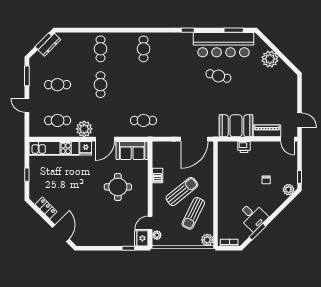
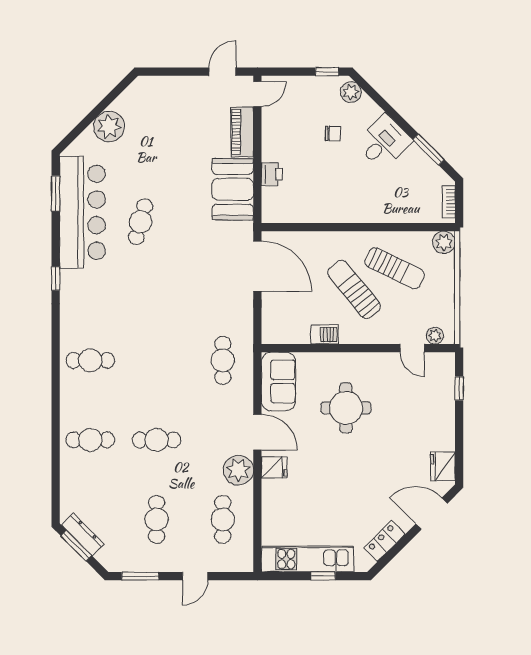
kitchen unit: (54, 148) -> (307, 559), moved, turned -90
desk: (253, 216) -> (384, 142), moved
fridge: (141, 238) -> (443, 466), moved, turned 90

